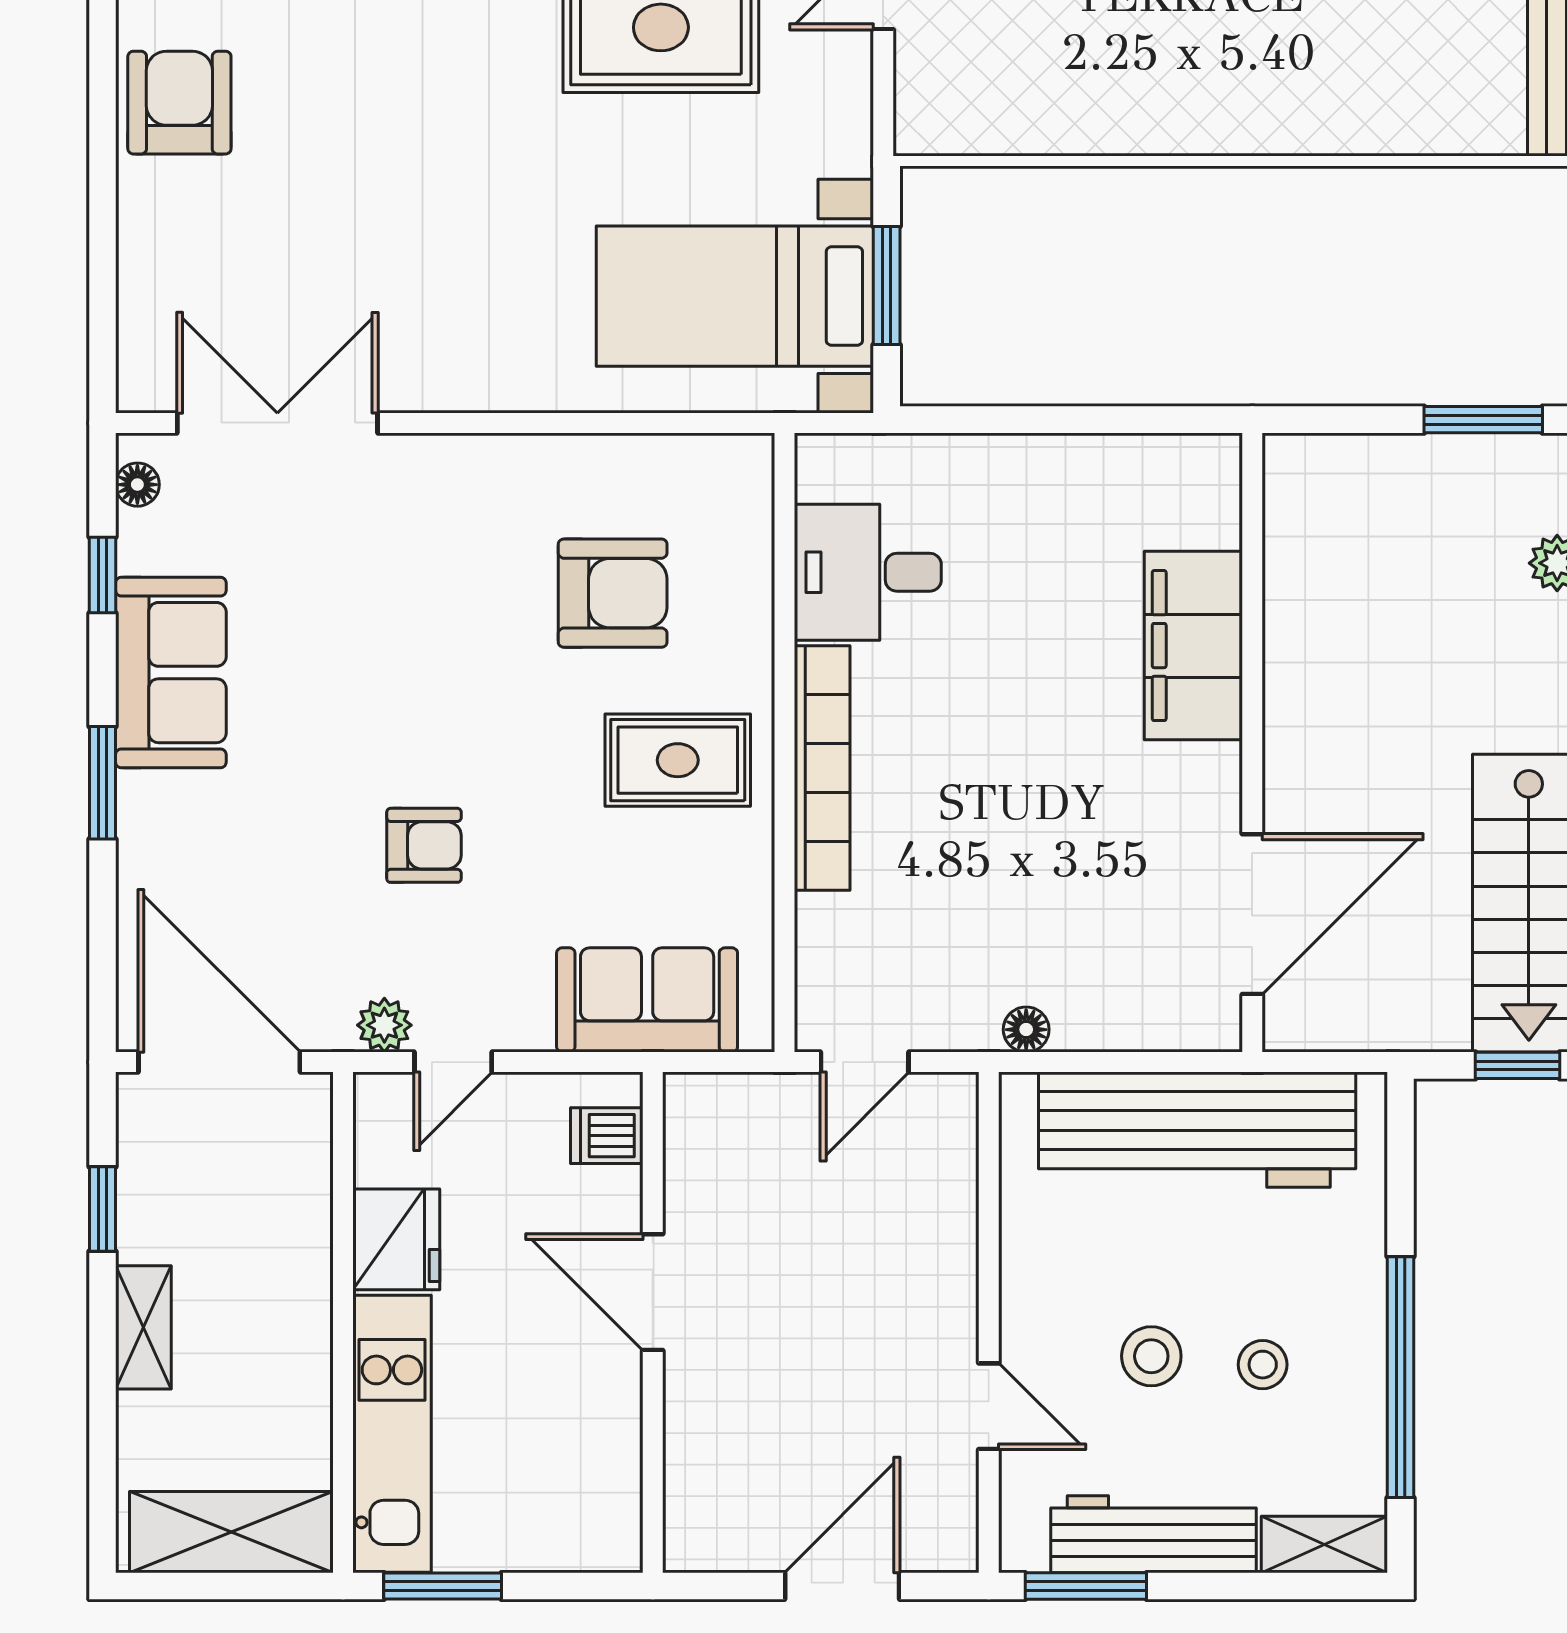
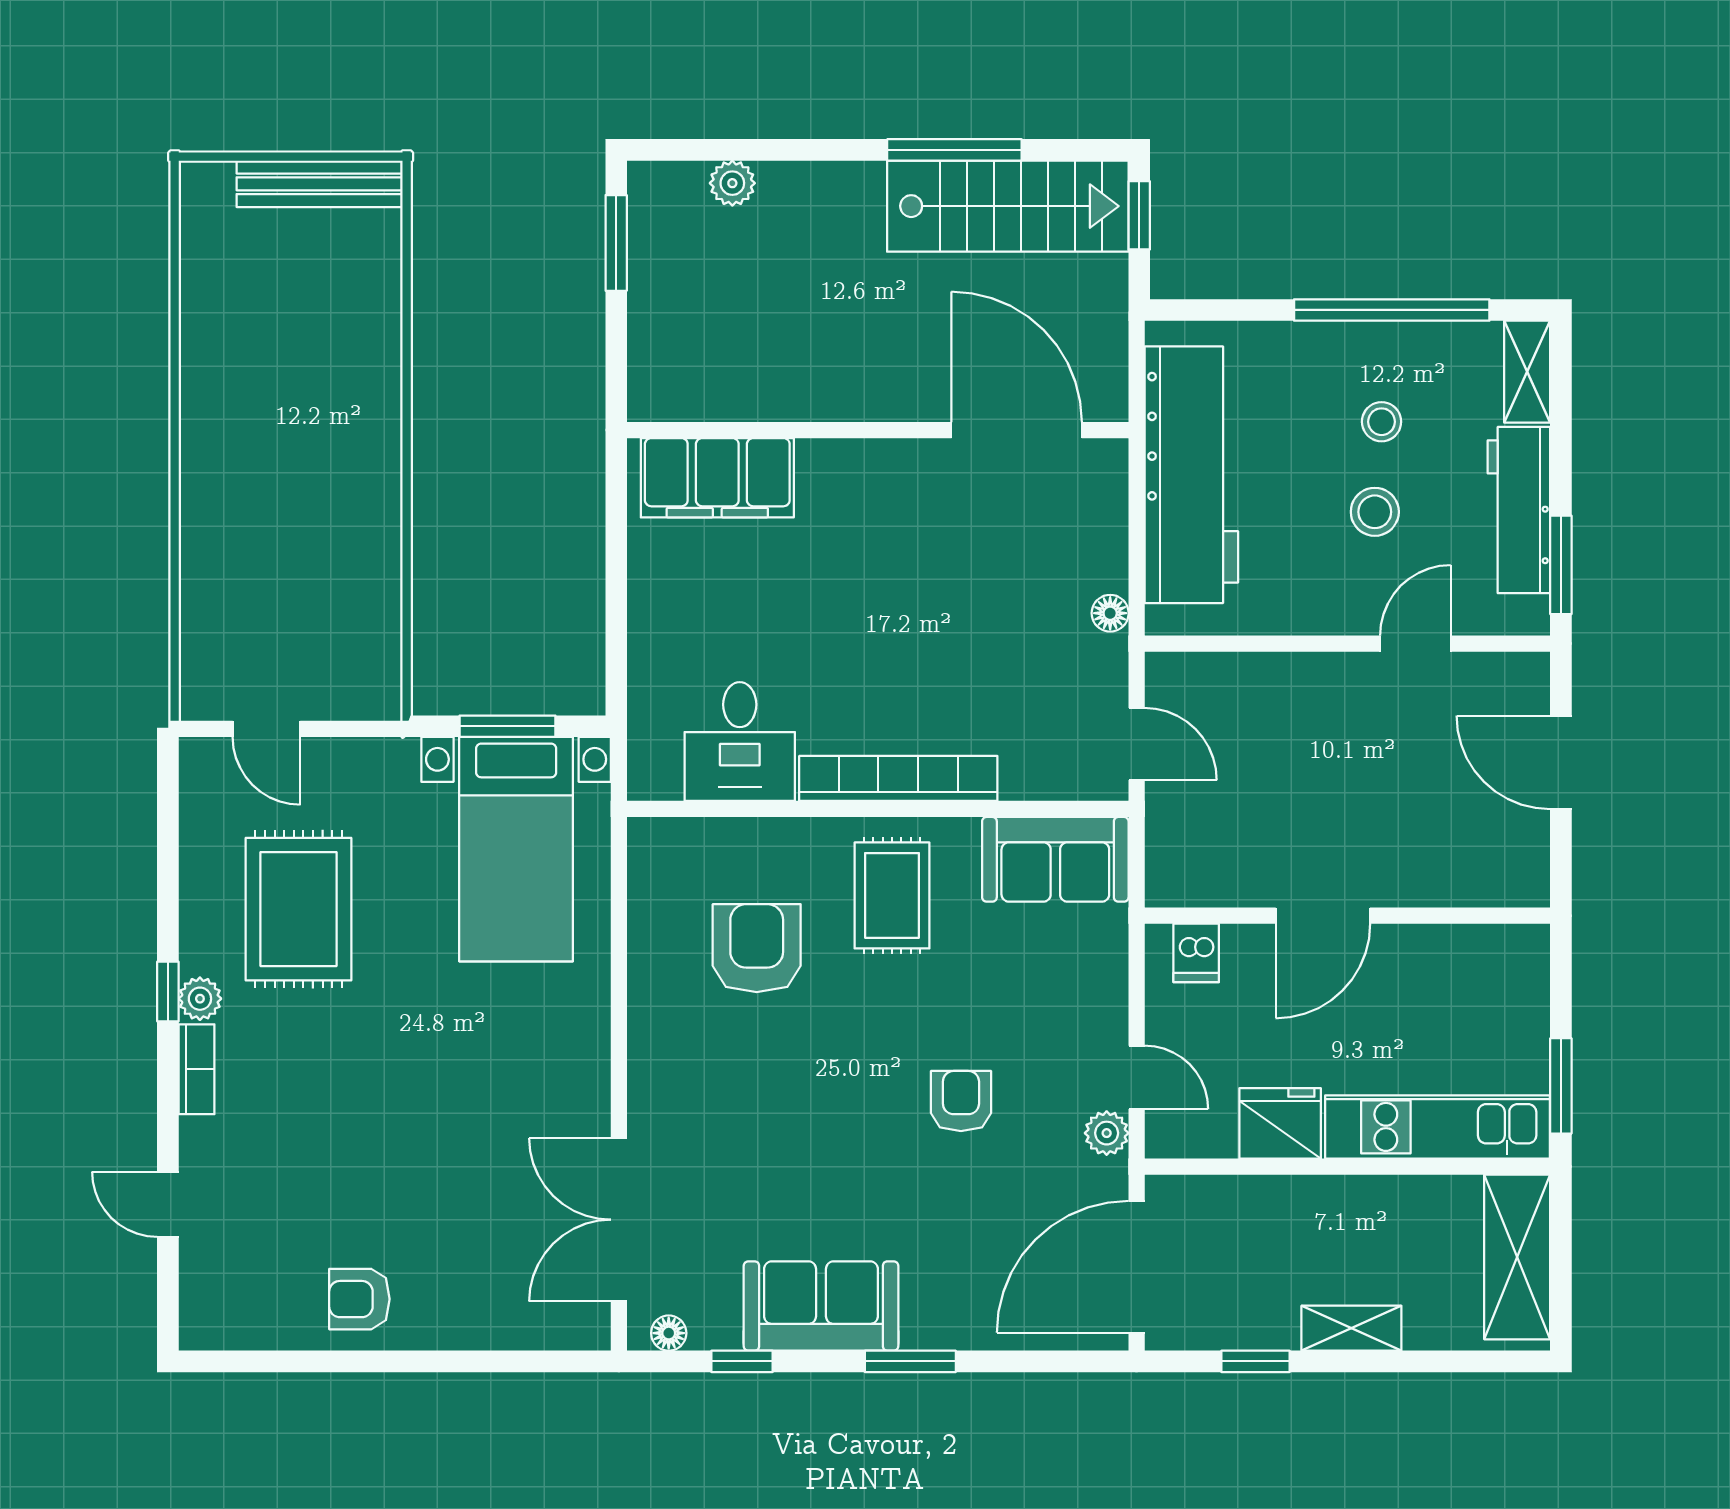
armchair: (179, 103) -> (359, 1299), width x0.72, depth x0.72
filing cabinet: (1193, 646) -> (717, 478), moved
sofa: (647, 1000) -> (1055, 859), moved, turned -90

